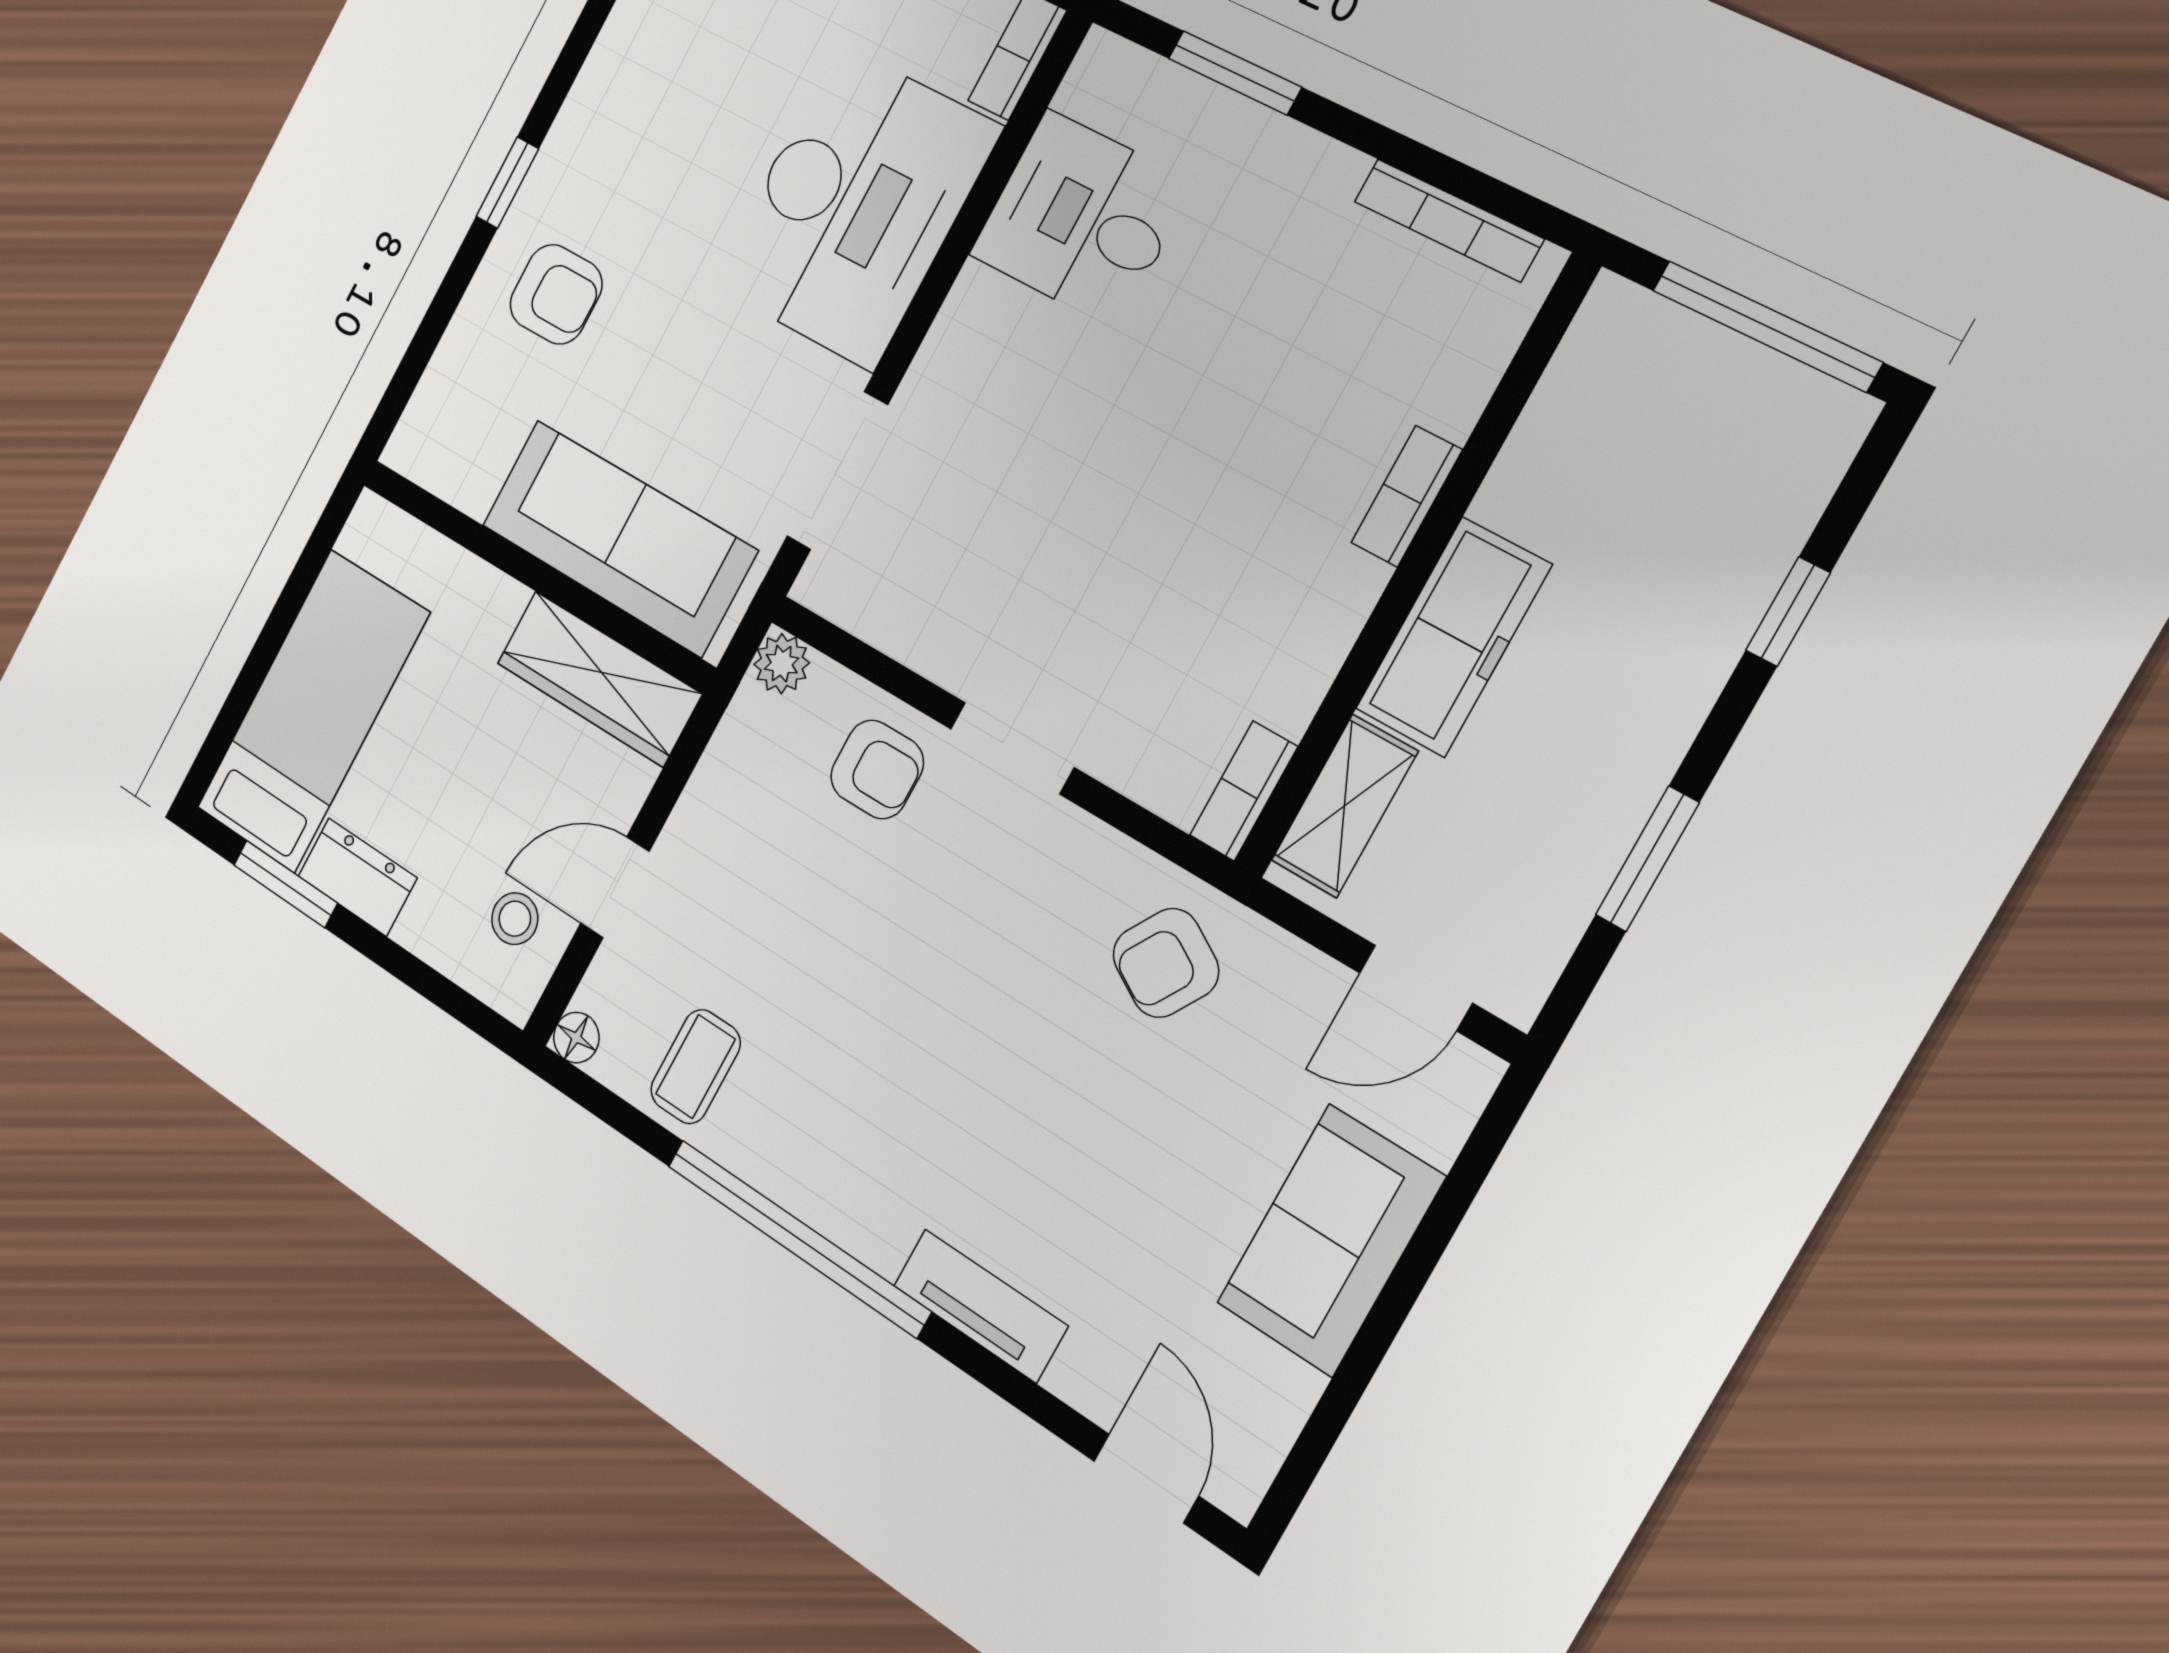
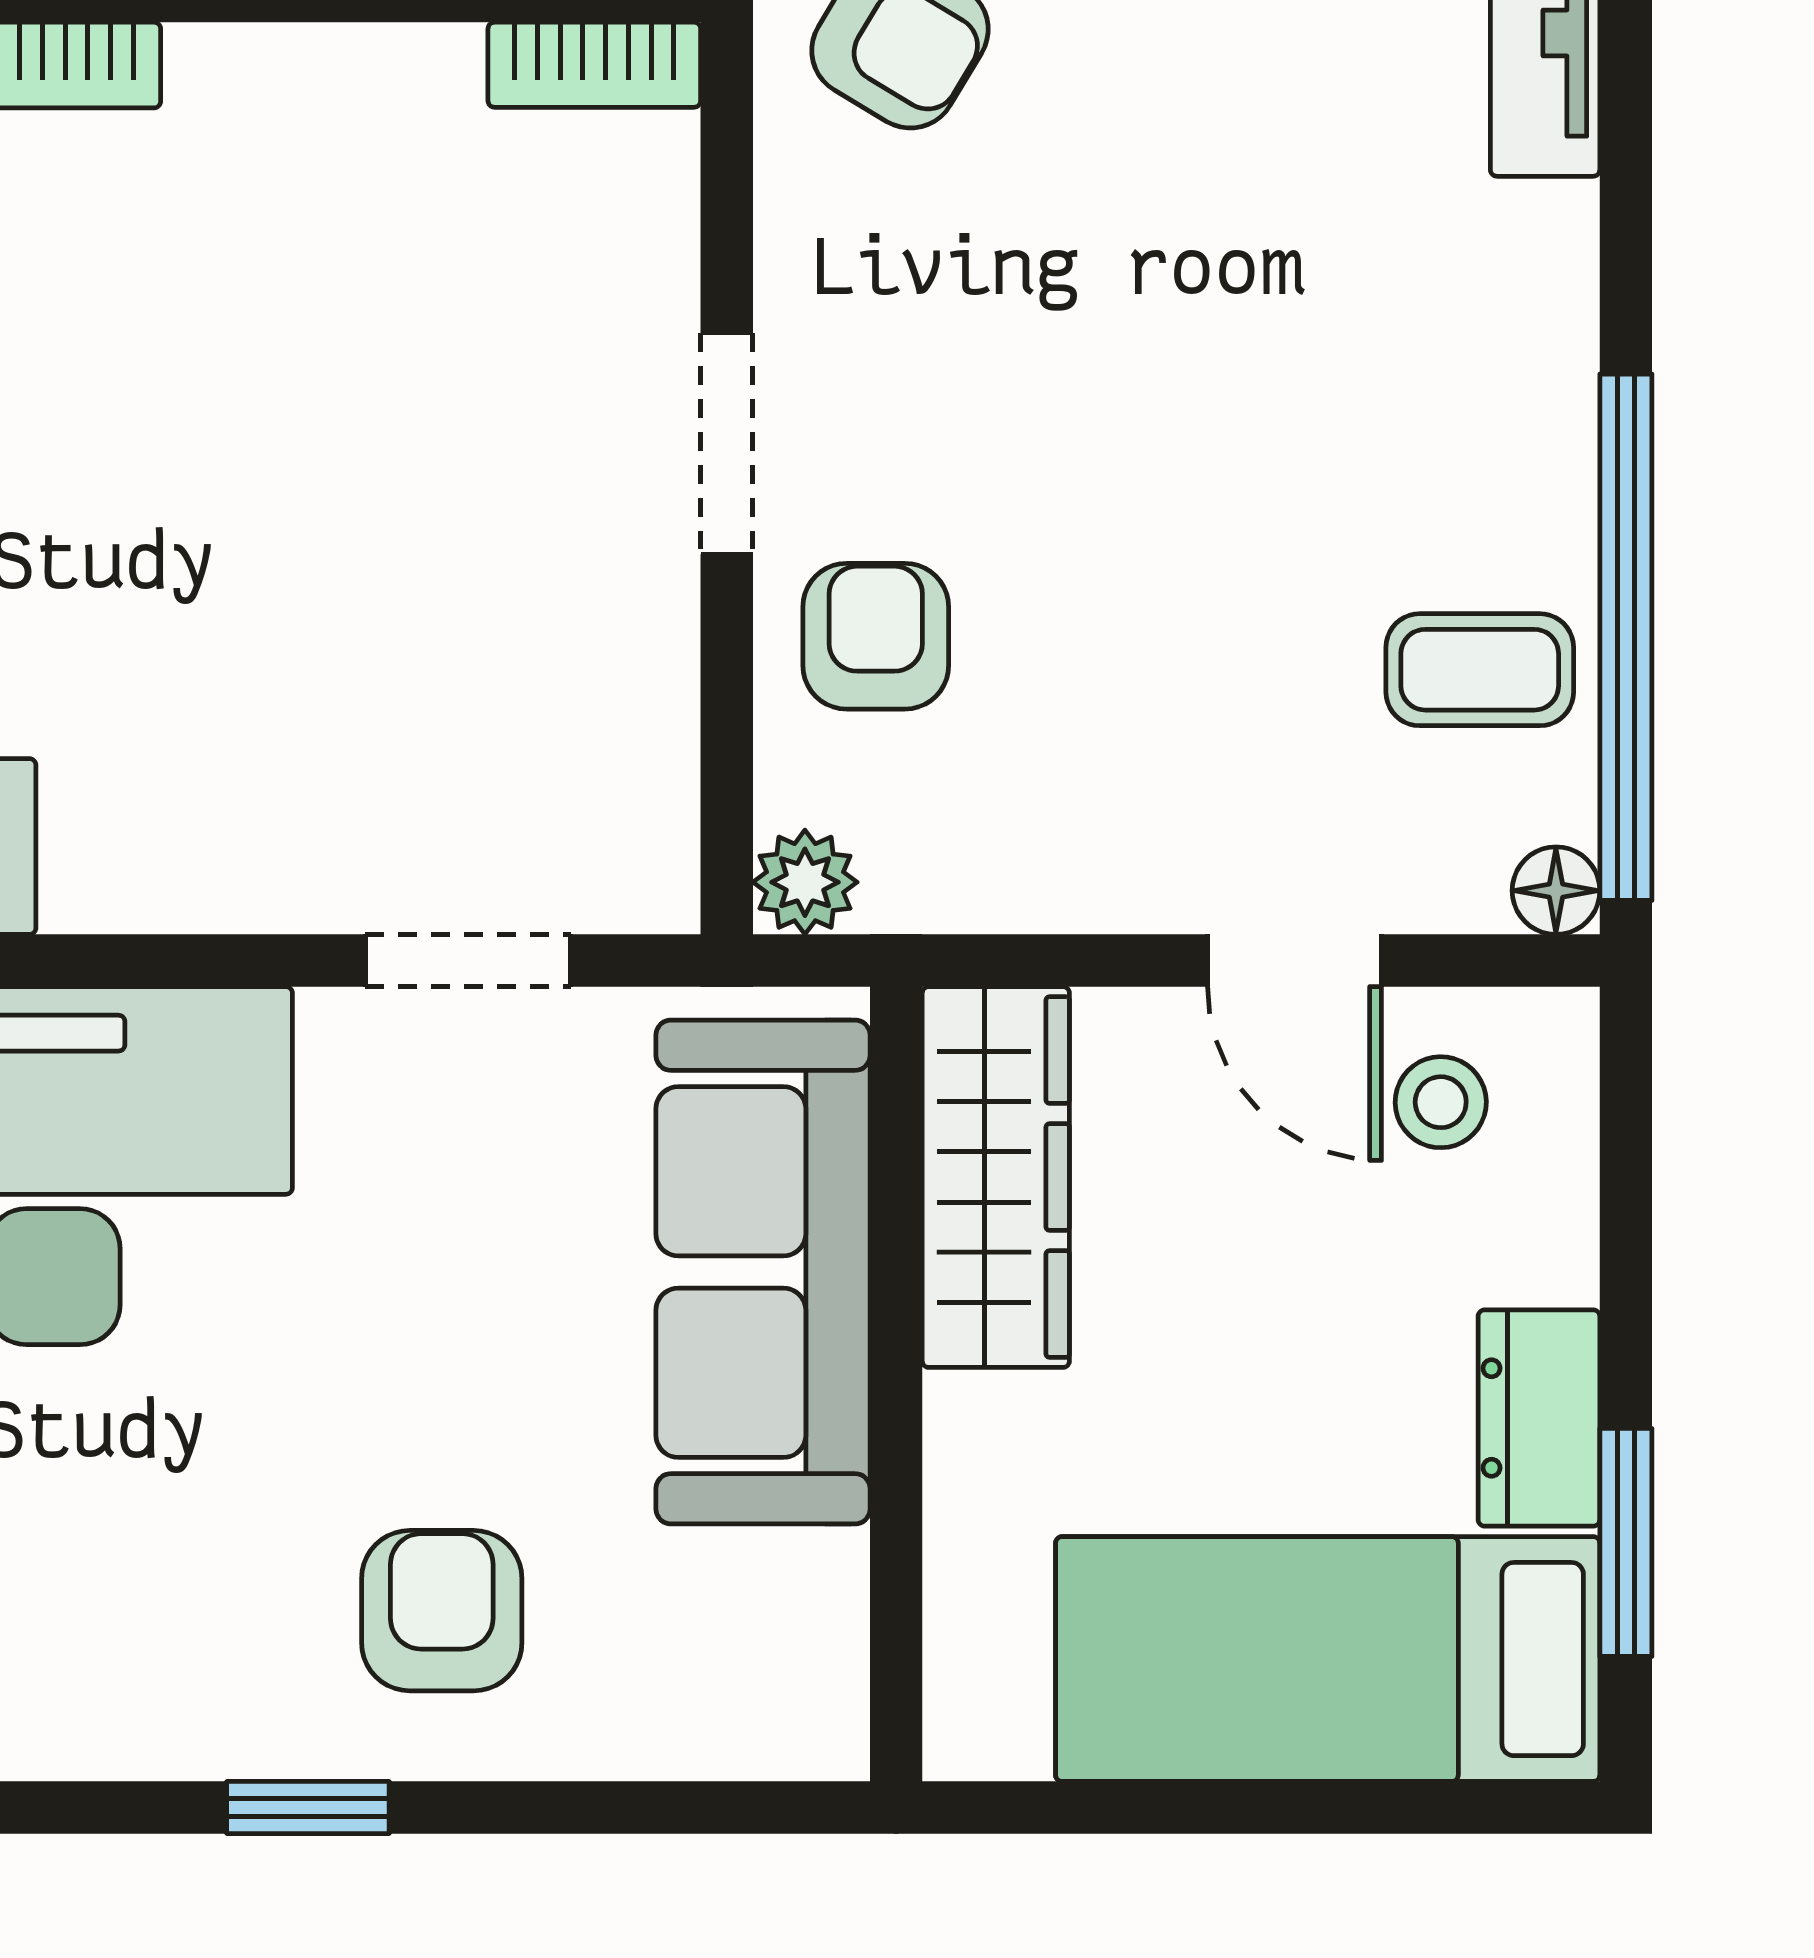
doorway: (837, 471) -> (468, 961), width x0.73
window: (798, 1238) -> (1626, 637), moved

